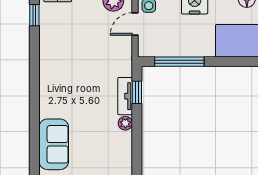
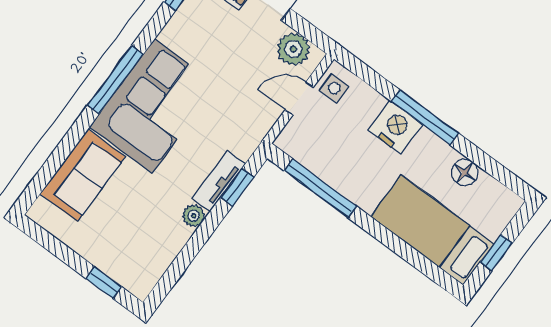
corner sofa: (64, 83) -> (153, 106), added
window: (34, 84) -> (115, 80), added

